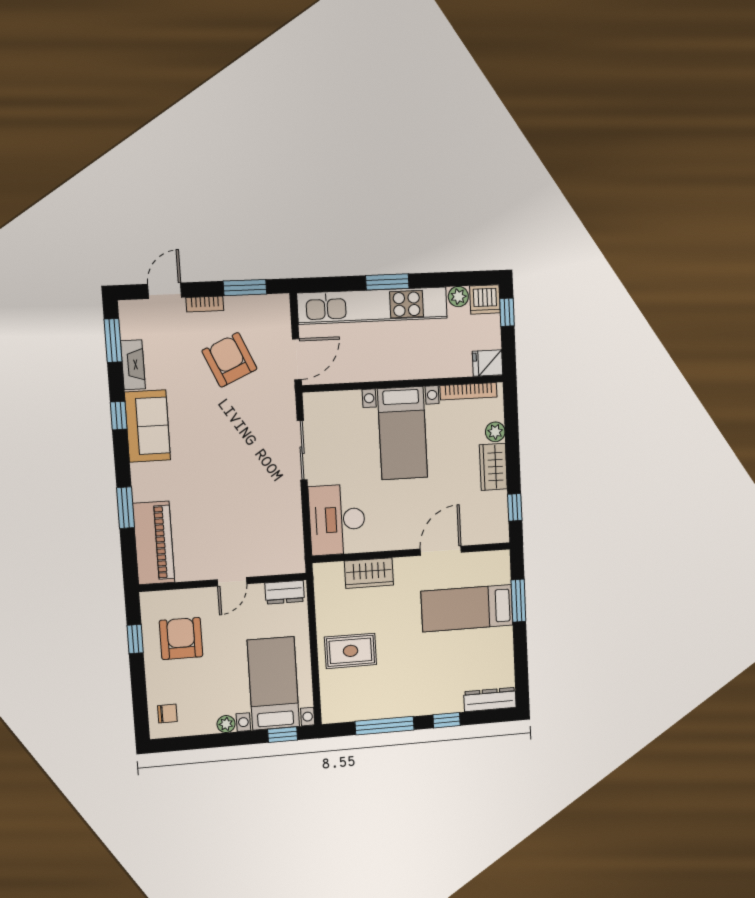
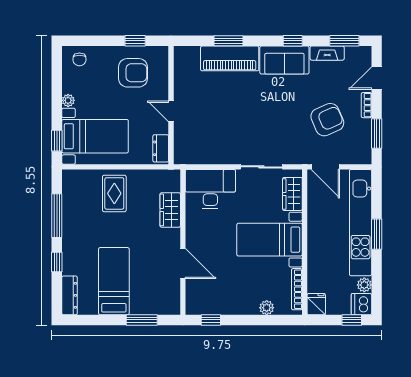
door: (165, 291) -> (377, 78), swing flipped
wardrobe: (493, 467) -> (292, 194), moved, turned -90
piano: (154, 543) -> (230, 58), moved
bed: (467, 608) -> (114, 281), moved

